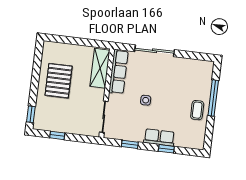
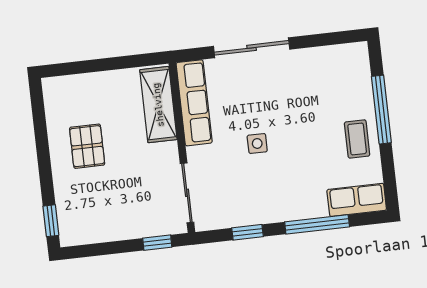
pallet: (59, 81) -> (87, 146), width x0.67, depth x0.71
window: (57, 135) -> (157, 243), moved
row of seats: (159, 137) -> (357, 200), moved
window: (166, 149) -> (317, 224), width x2.17

